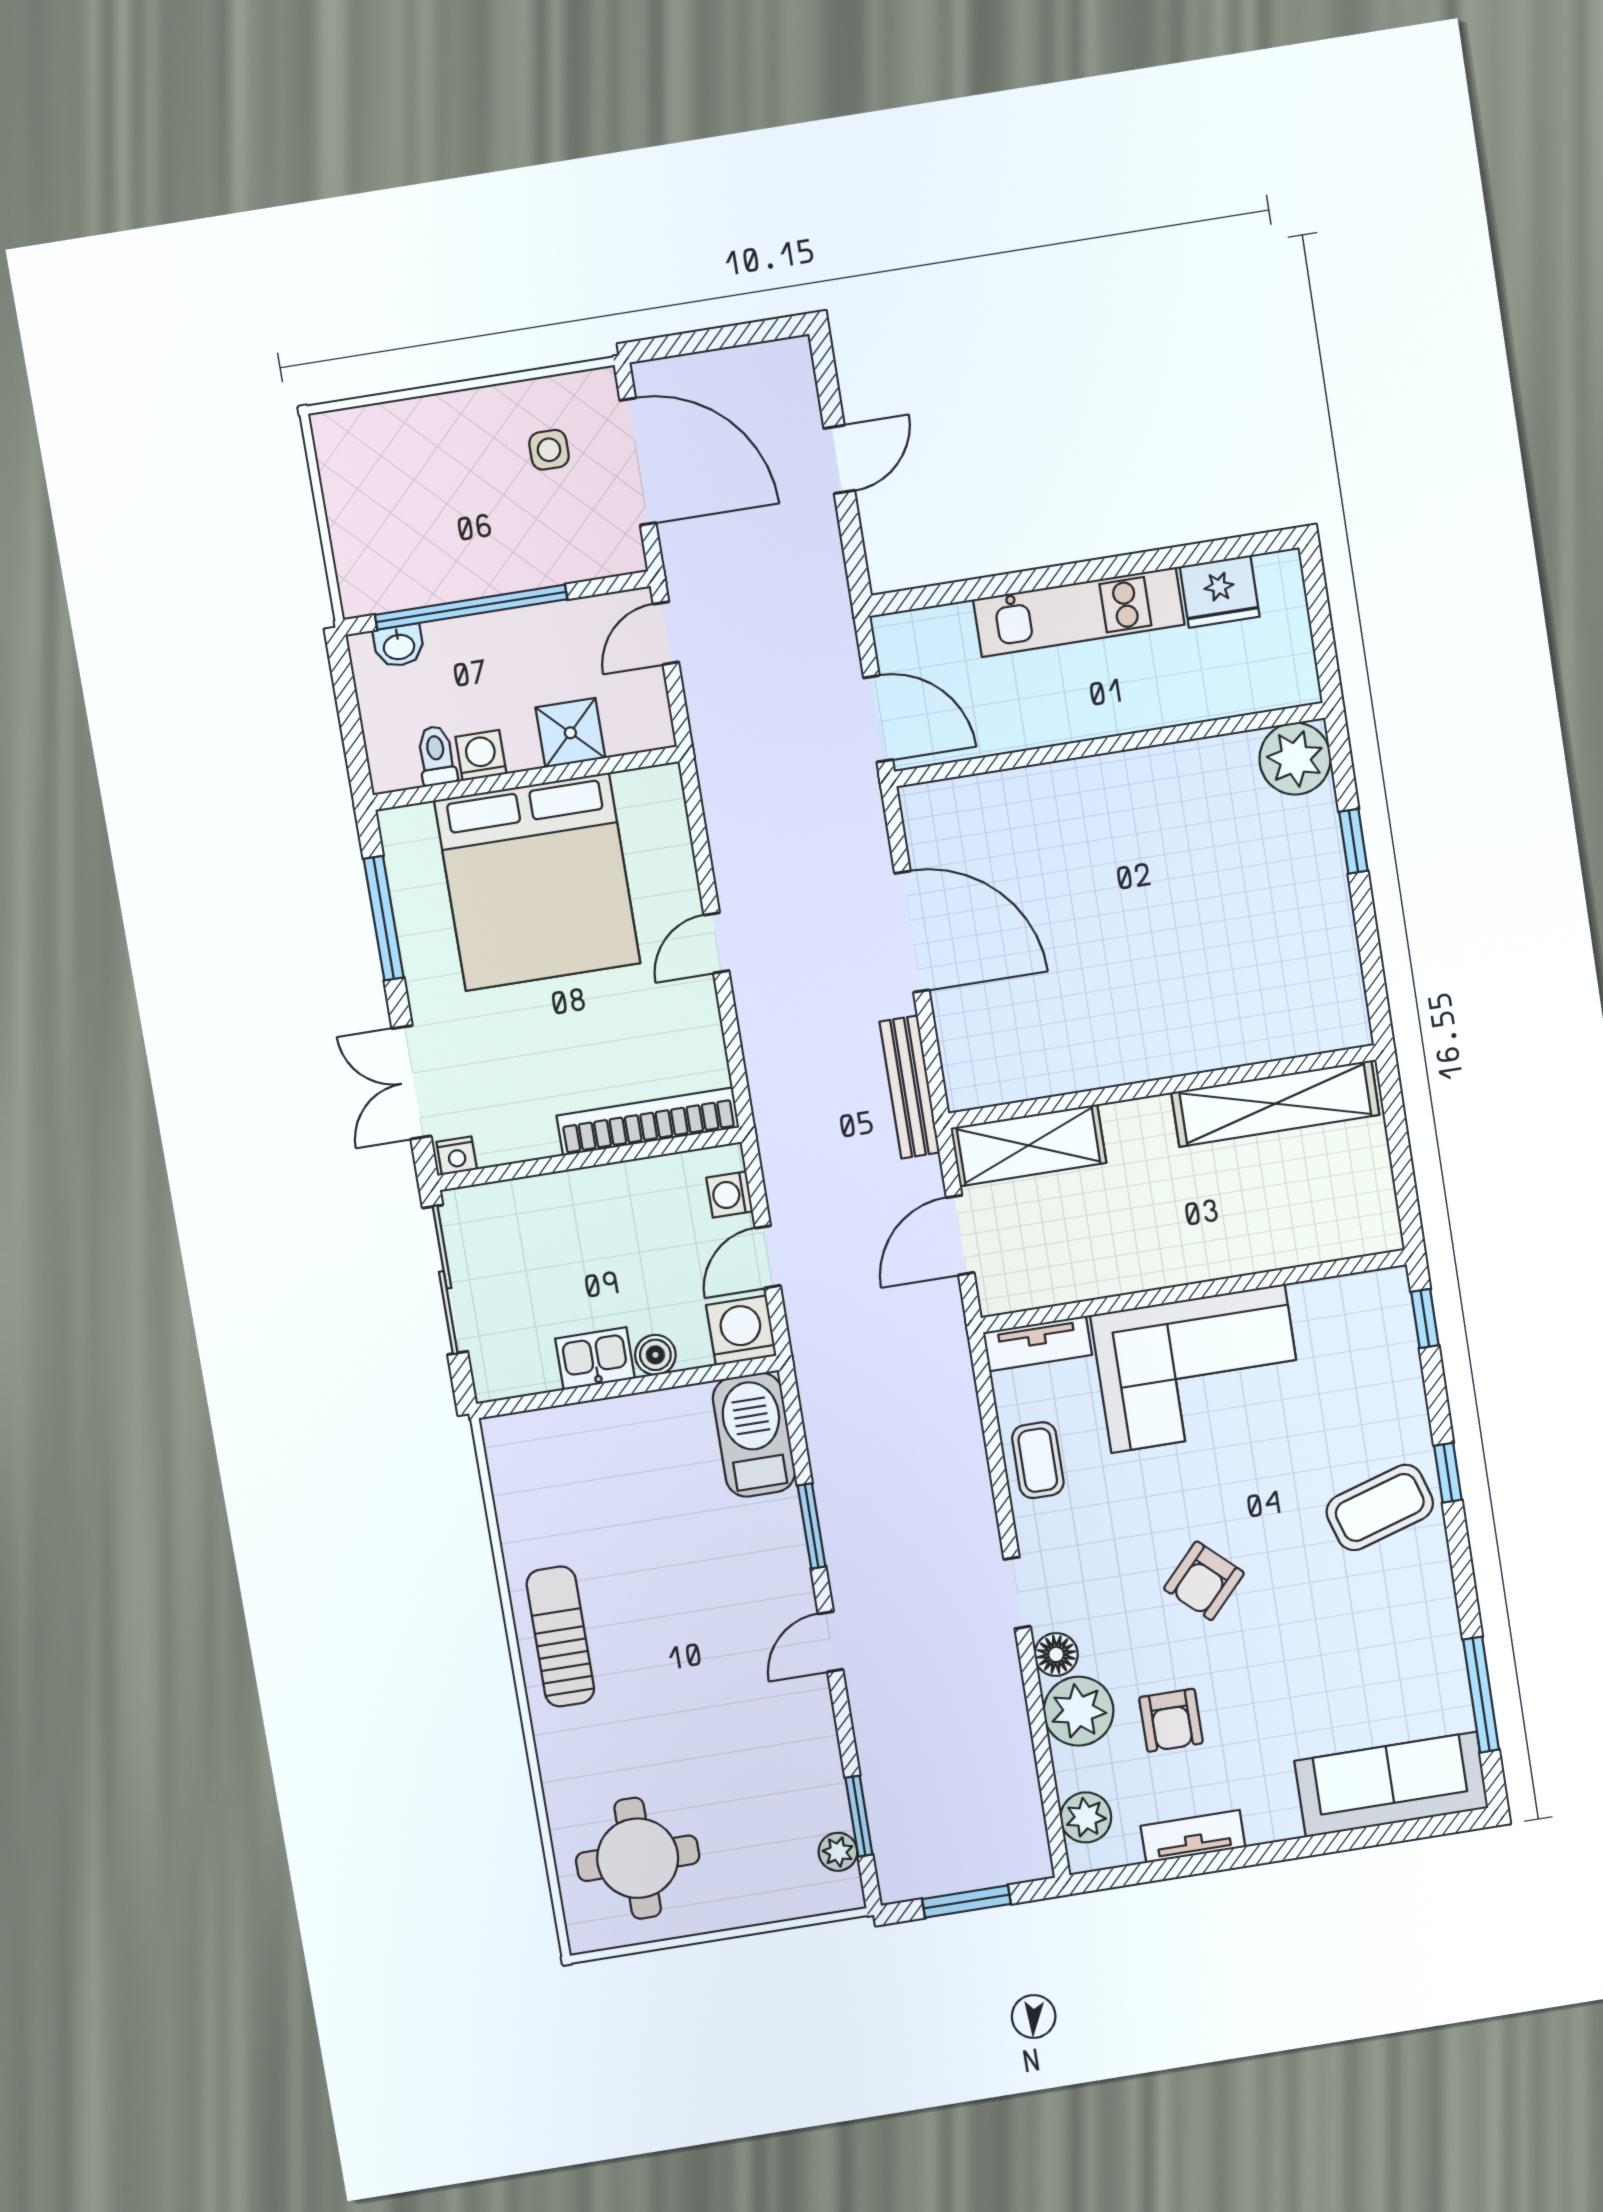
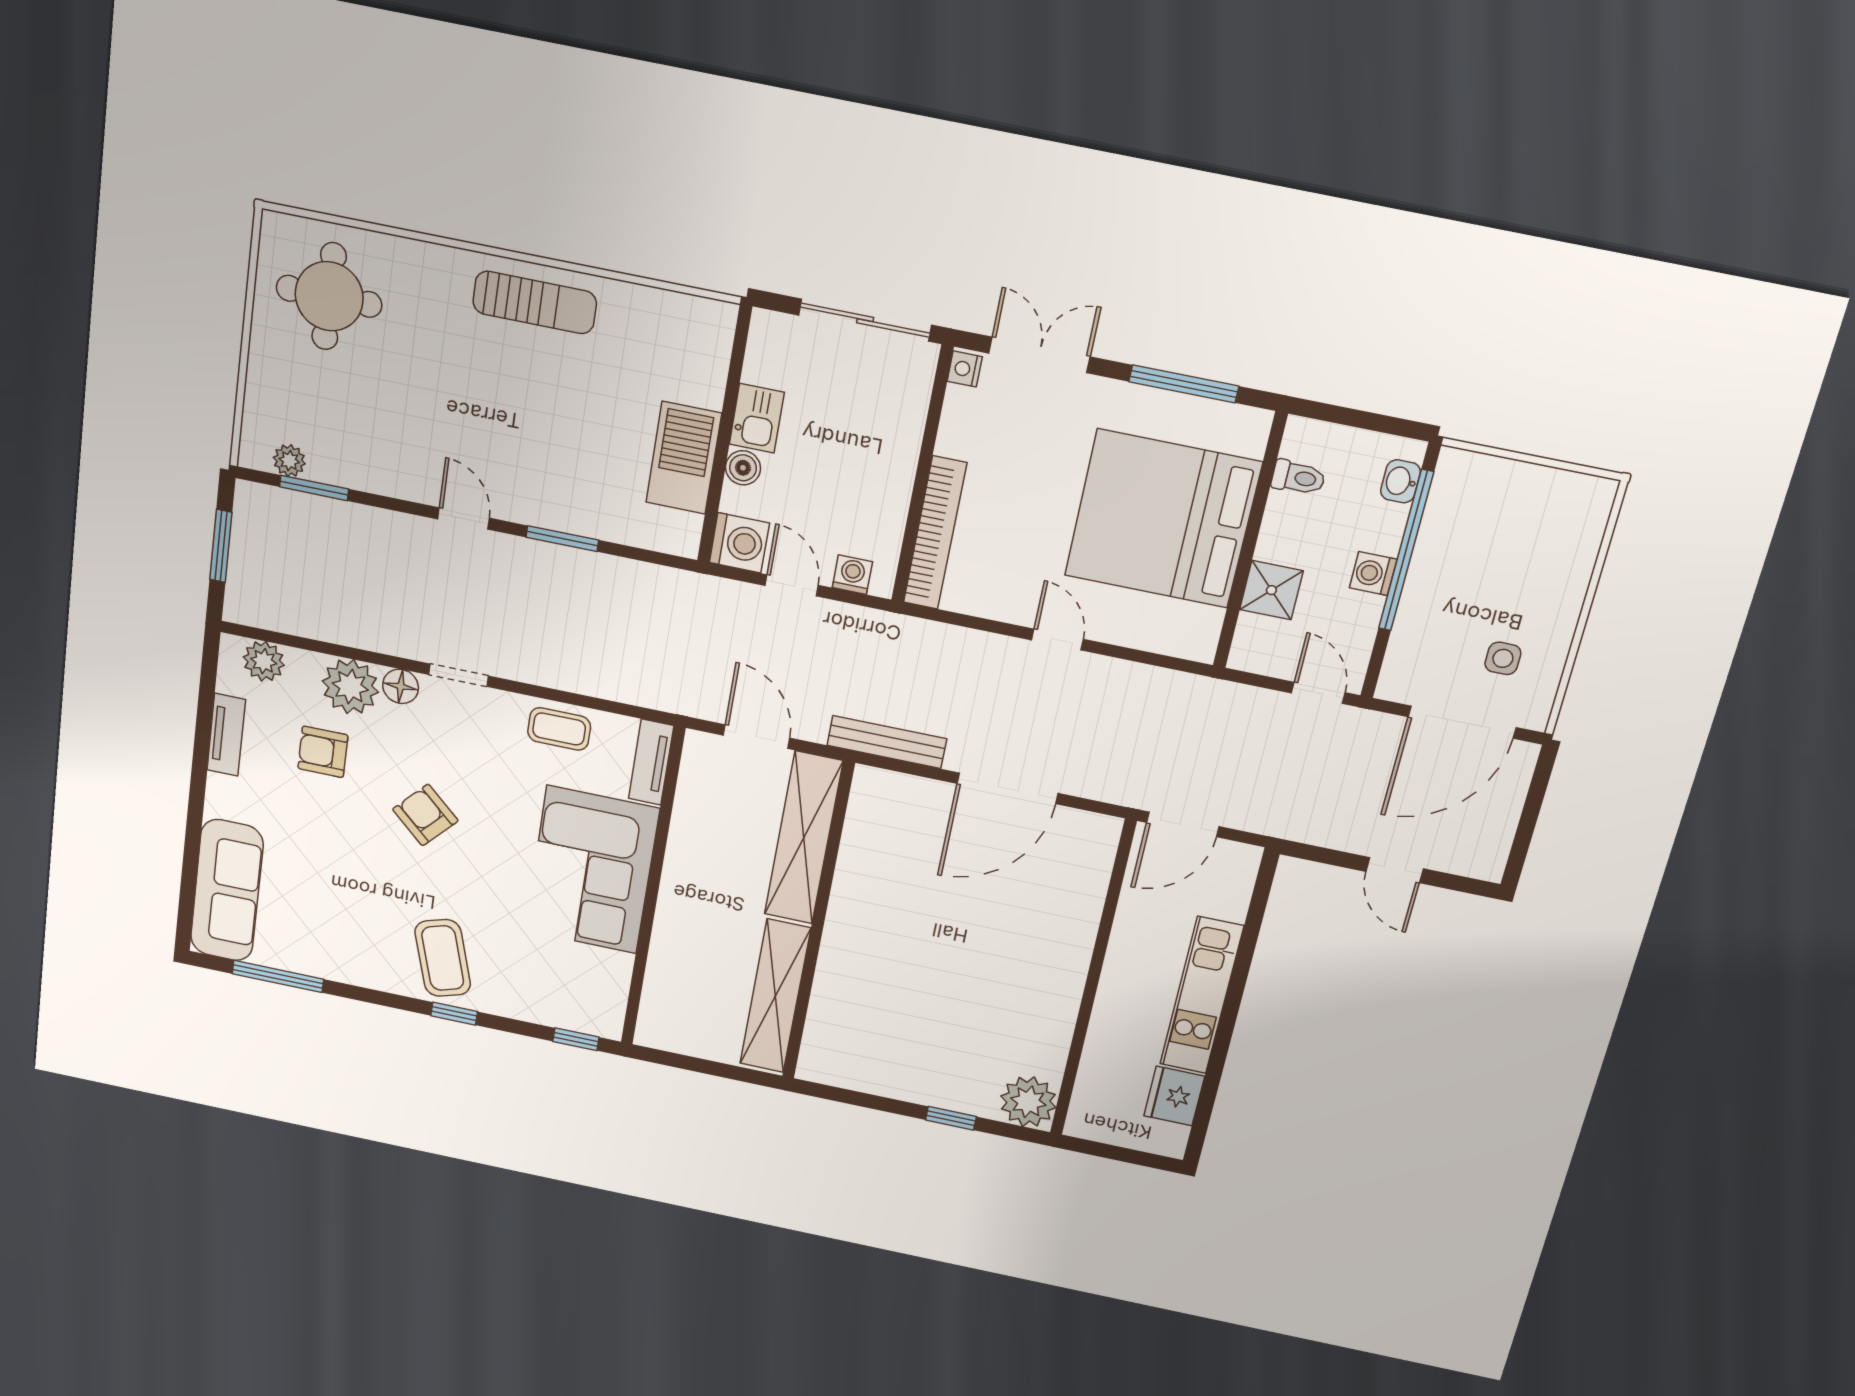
washing machine: (481, 755) -> (1373, 574), moved, turned 180
shelving: (1028, 1145) -> (804, 838), width x1.47
barbecue: (754, 1435) -> (684, 458), moved, turned -90

